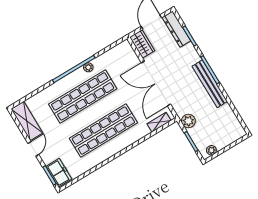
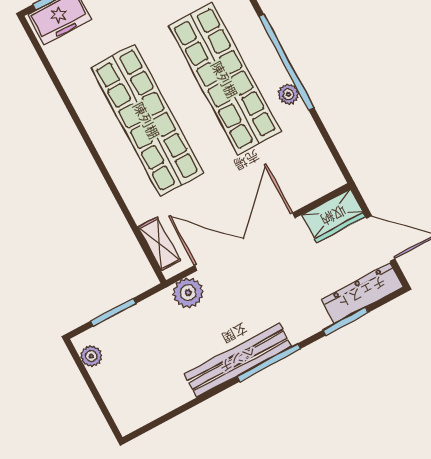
plant: (188, 121) -> (188, 293), moved

